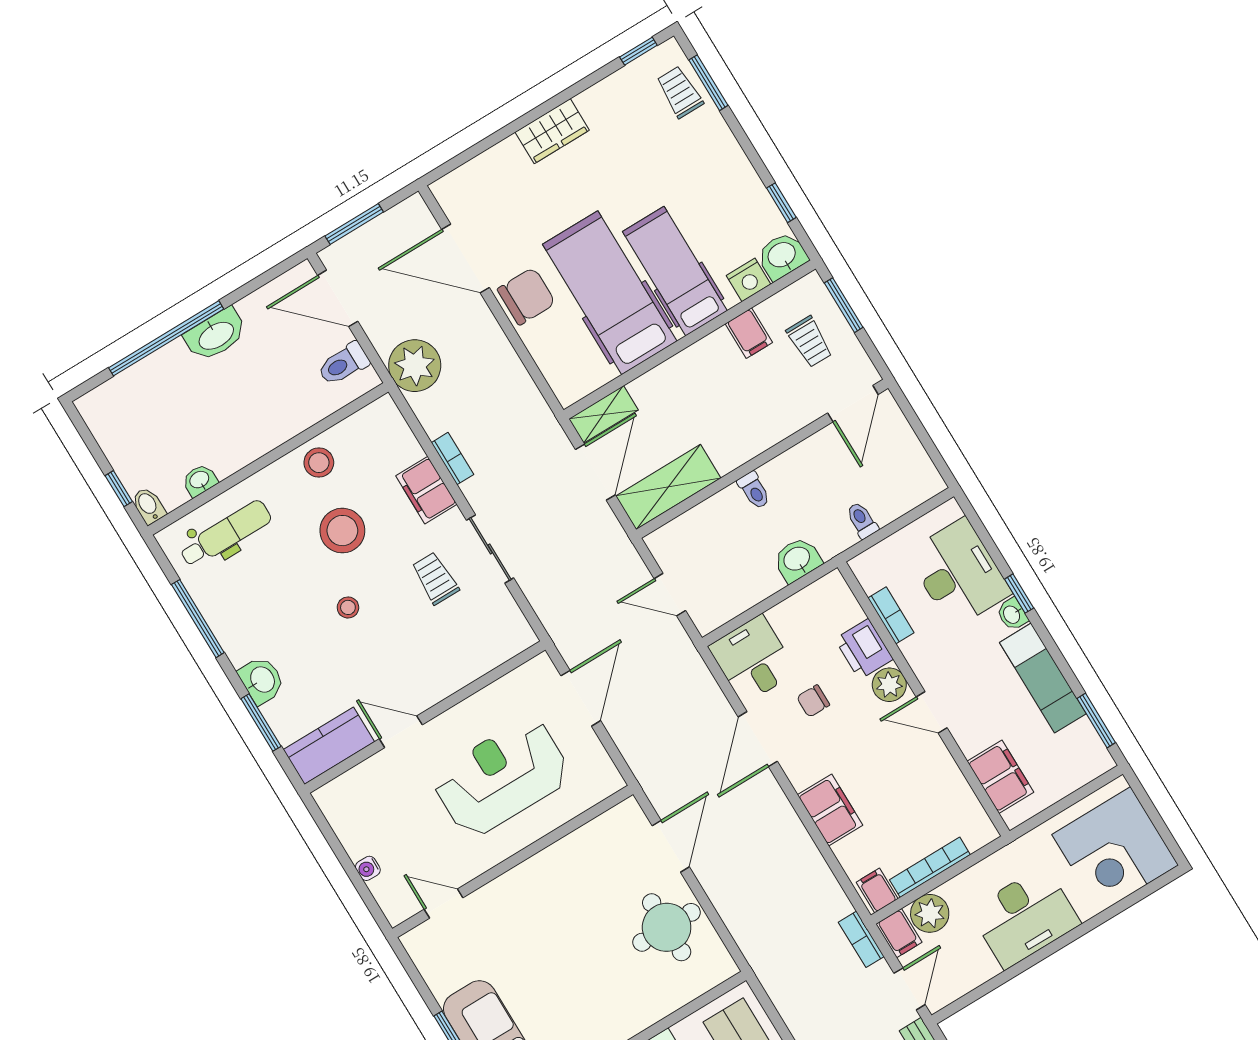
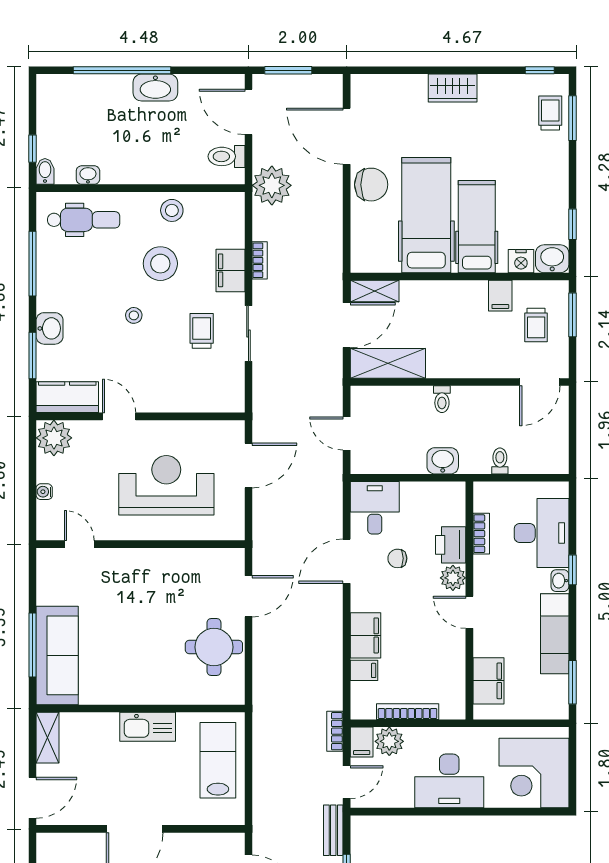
plant: (342, 801) -> (54, 438), added
filing cabinet: (877, 890) -> (364, 670), moved, turned 90

